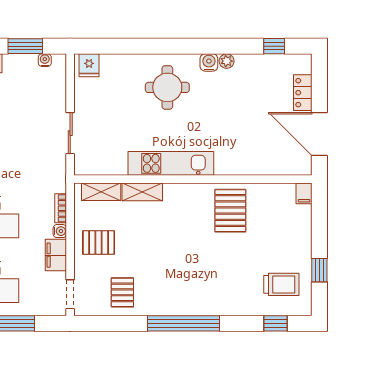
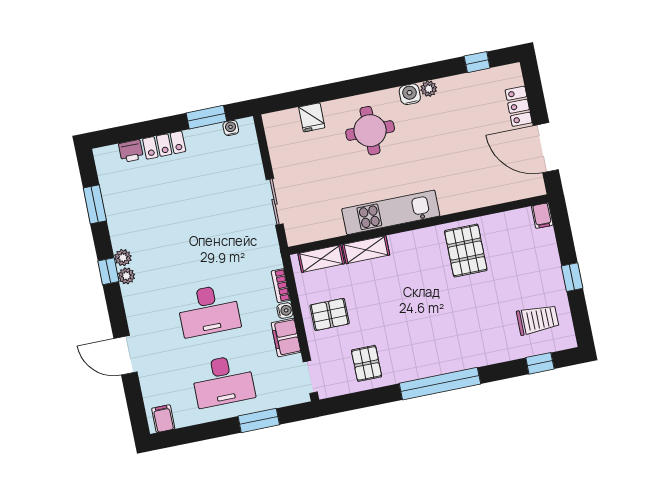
fridge: (89, 65) -> (312, 117), moved
window: (319, 270) -> (572, 277), moved

